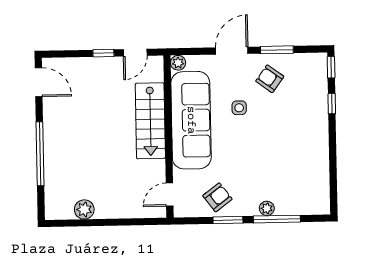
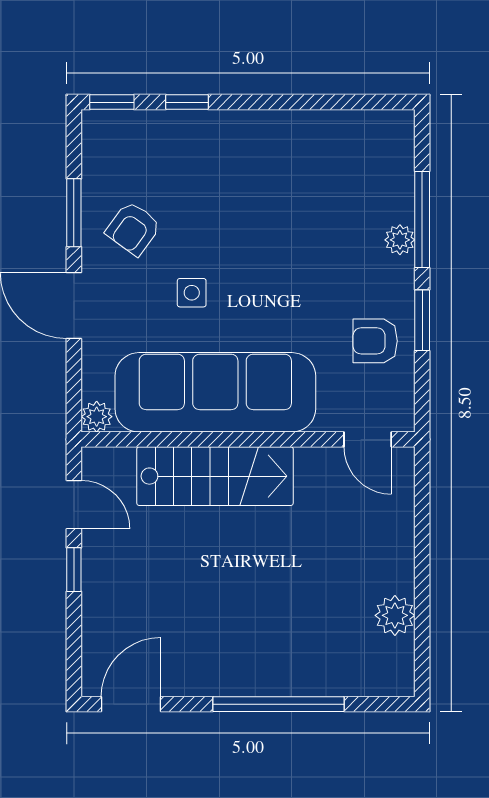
armchair: (217, 197) -> (375, 341), turned -53

